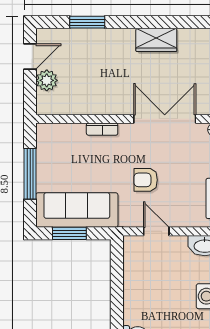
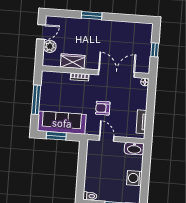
window: (87, 22) -> (92, 16), moved
wardrobe: (156, 40) -> (73, 61), moved, turned 180

